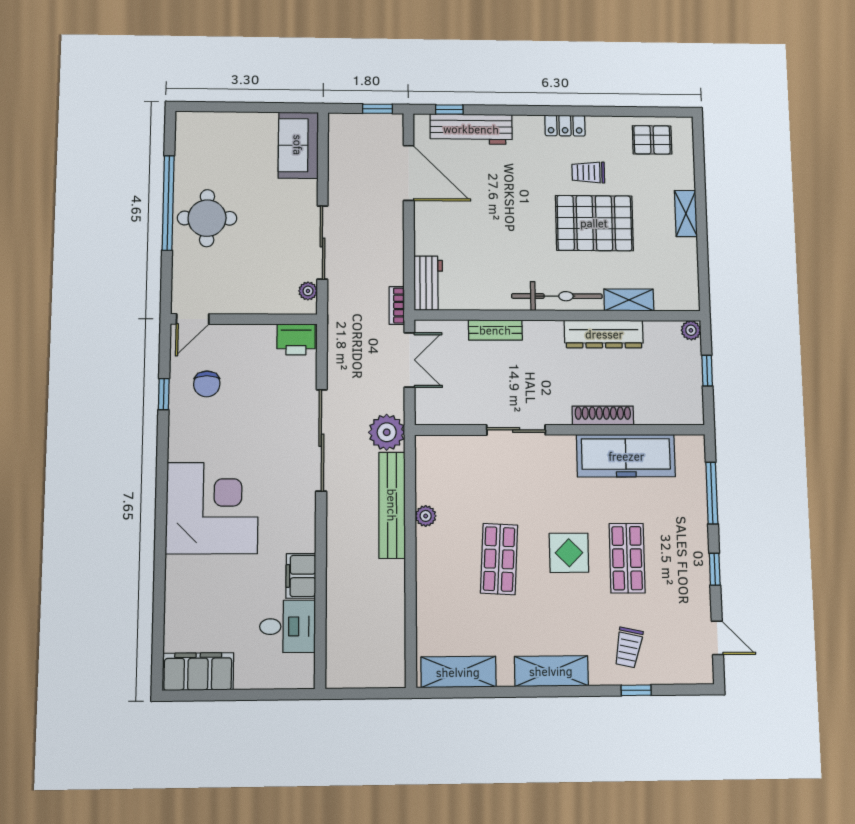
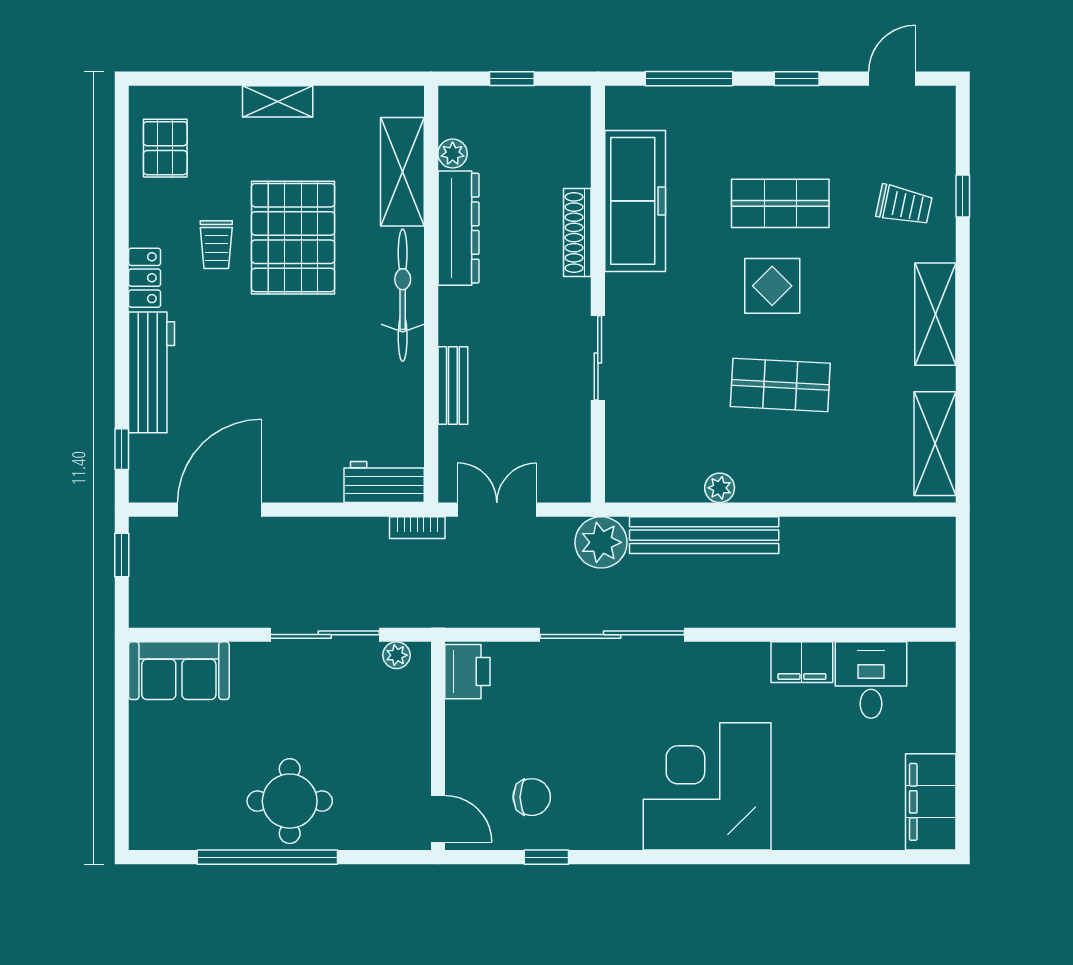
workbench: (471, 129) -> (152, 372), moved
shelving: (629, 300) -> (402, 172), width x1.50, depth x1.33
plant: (691, 330) -> (453, 154), moved

